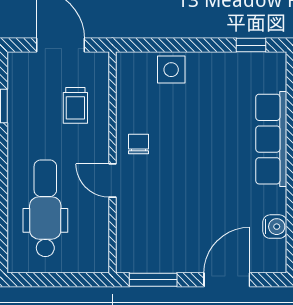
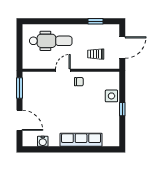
window: (251, 45) -> (122, 109), moved

